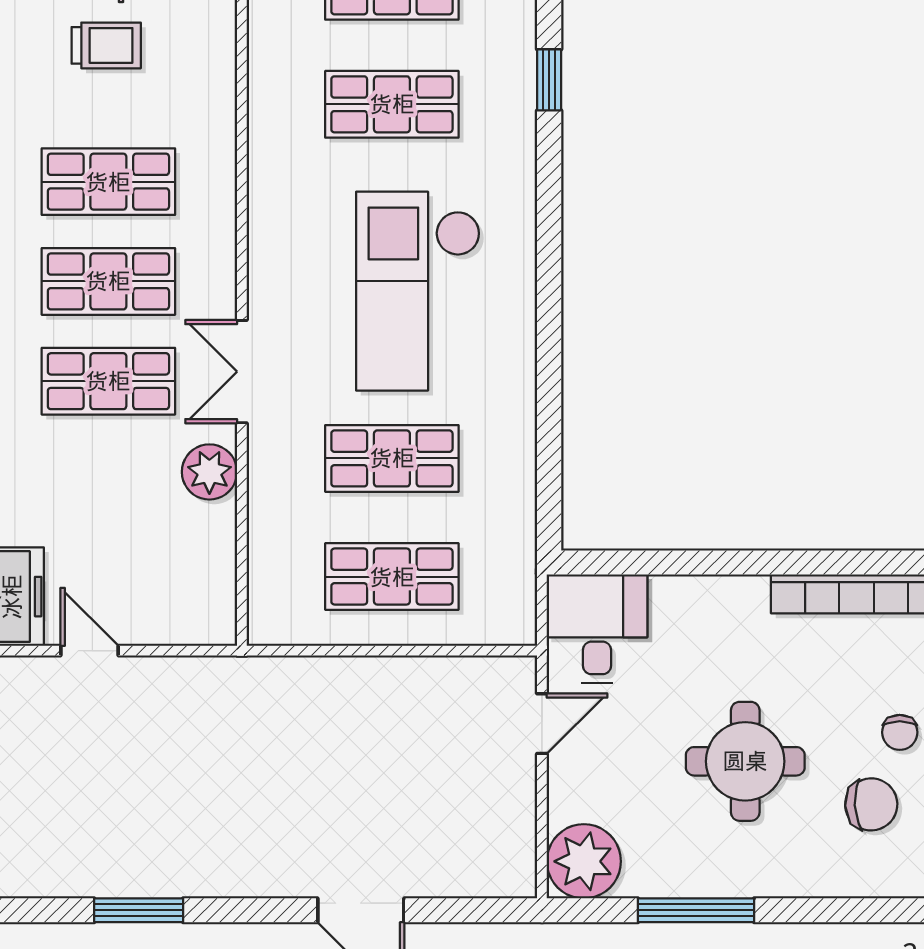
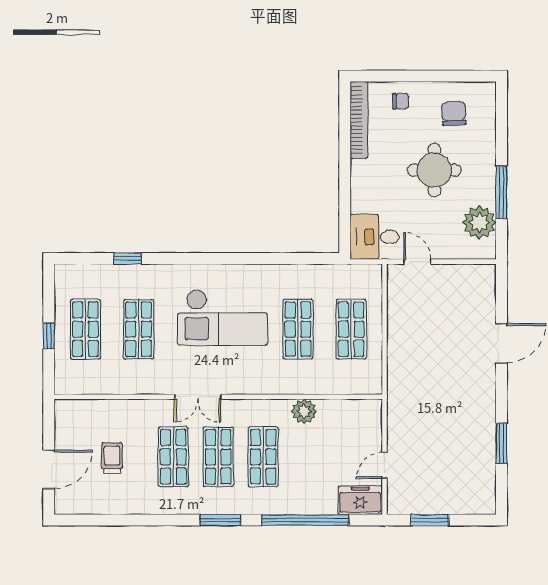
double door: (242, 372) -> (198, 397), moved
chair: (900, 732) -> (401, 101), moved
plant: (584, 861) -> (479, 223), moved

